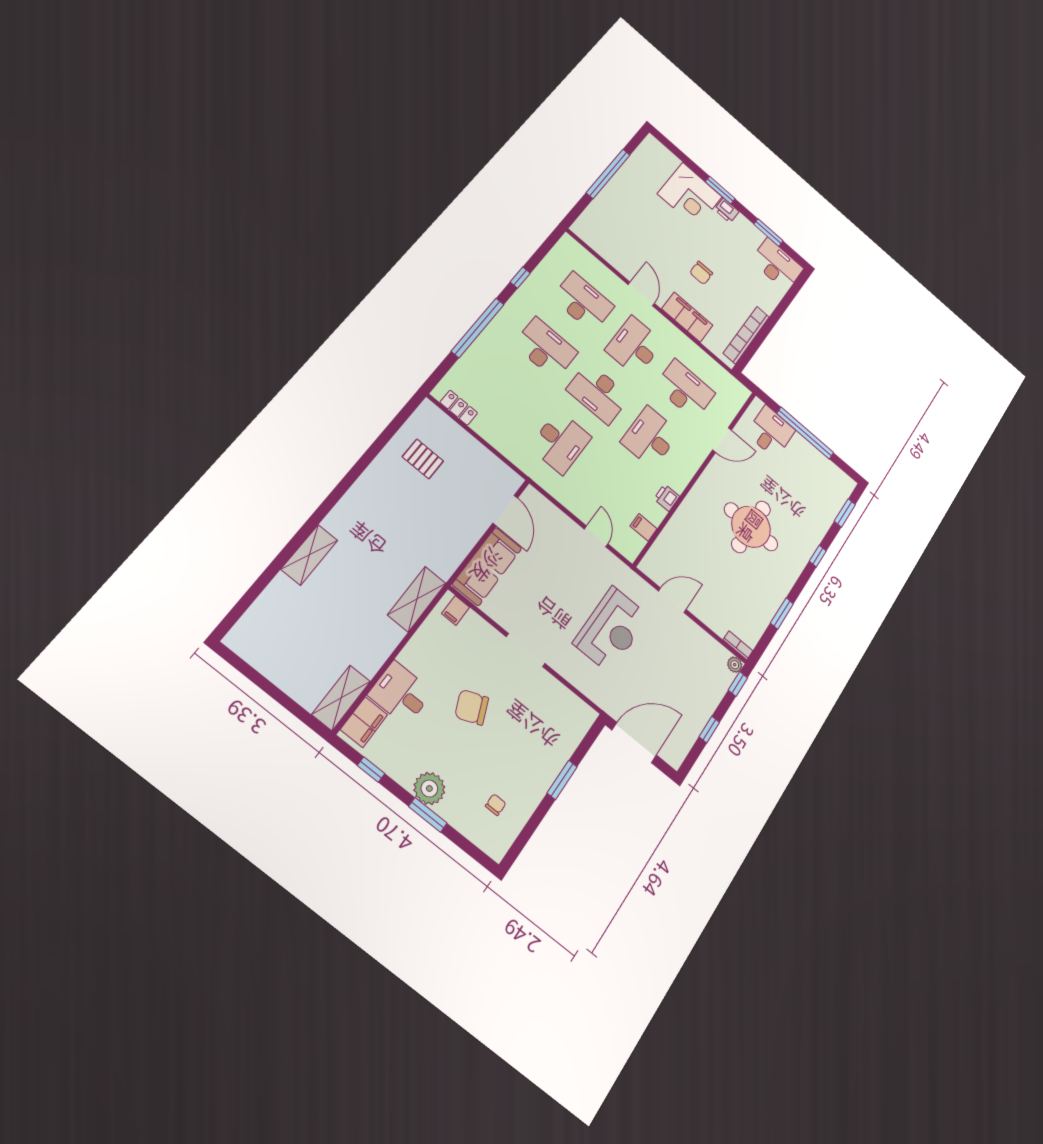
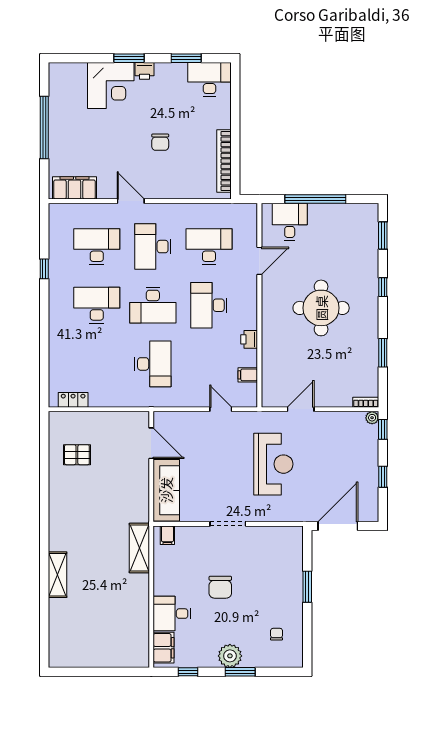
filing cabinet: (687, 317) -> (75, 188), moved
window: (478, 328) -> (44, 332), removed
shelving: (341, 698) -> (140, 644), removed
chair: (472, 707) -> (220, 587), turned -68

